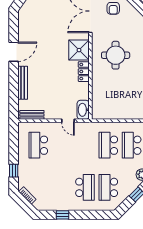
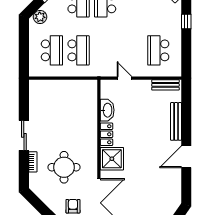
round table: (116, 55) -> (64, 167), moved
washbasin: (83, 110) -> (107, 110), moved
school desk: (38, 145) -> (158, 50), turned 180

